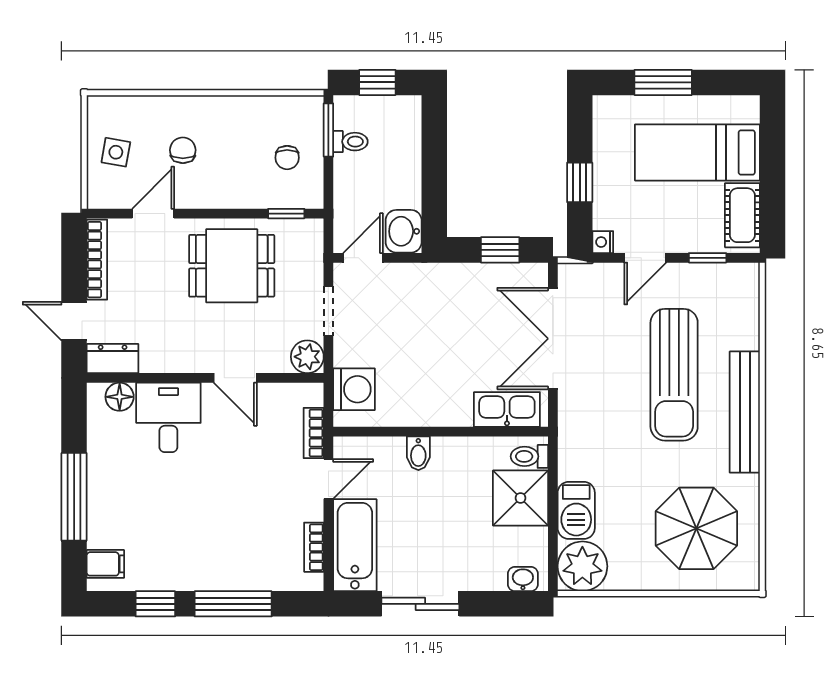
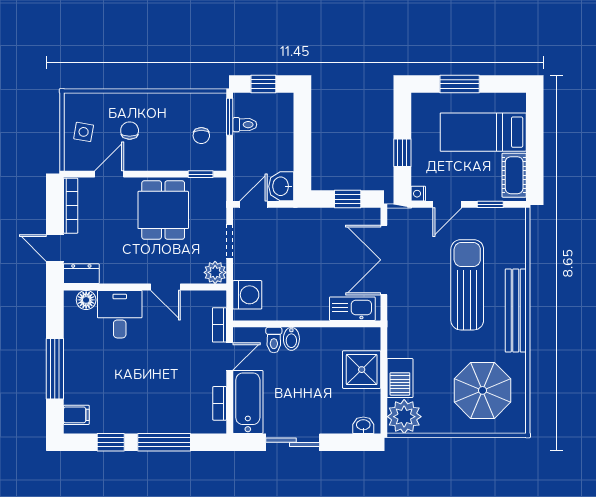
dining table: (232, 266) -> (163, 210), turned 90
sun lounger: (674, 375) -> (467, 285), turned 180
toilet: (529, 456) -> (274, 340), moved, turned -90

